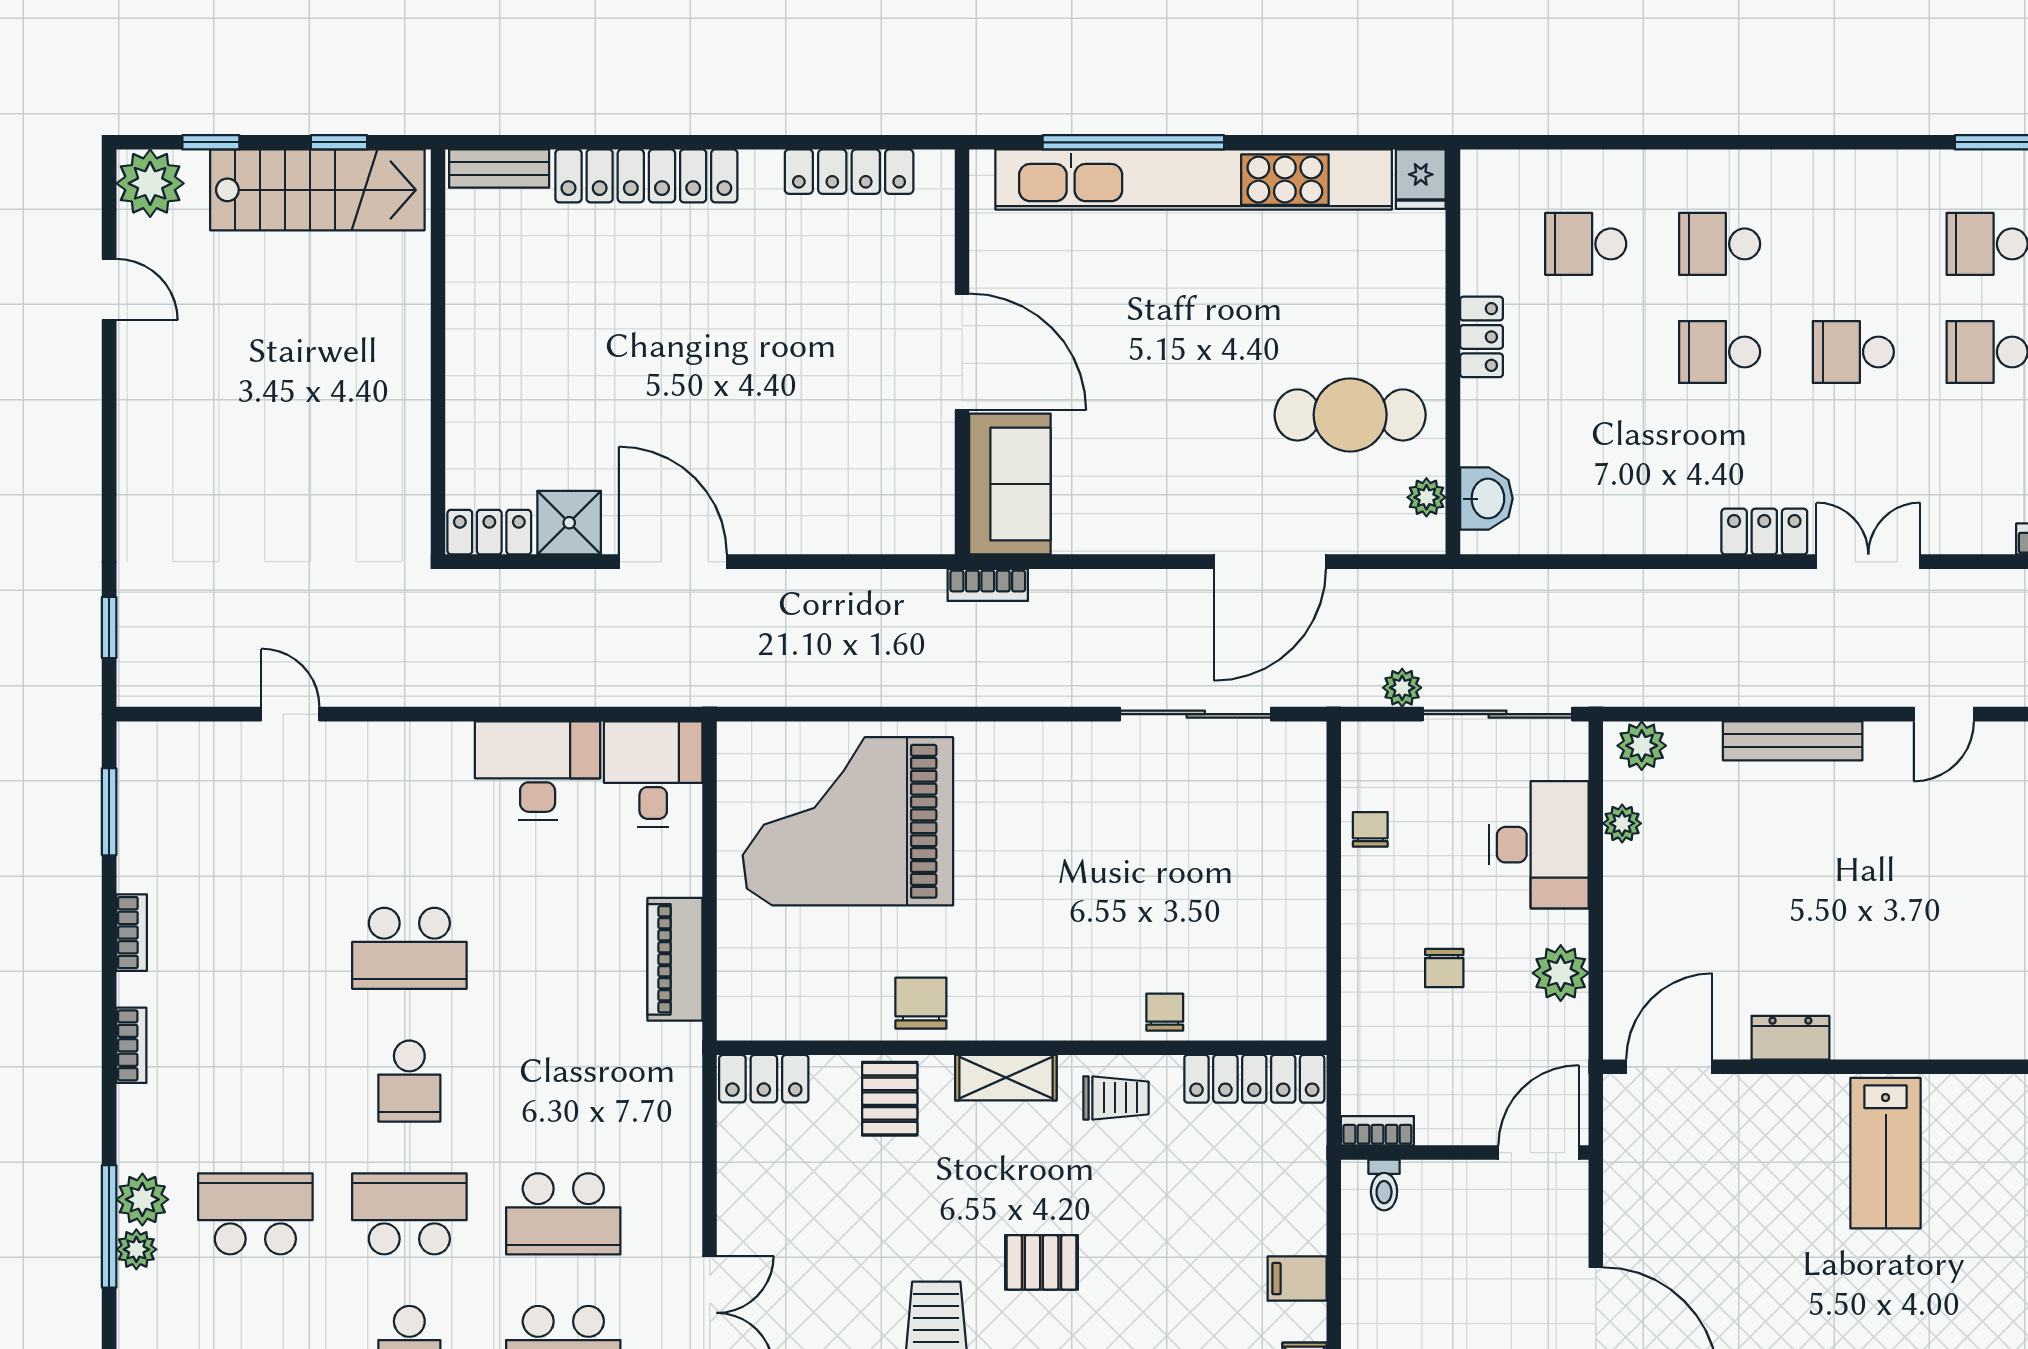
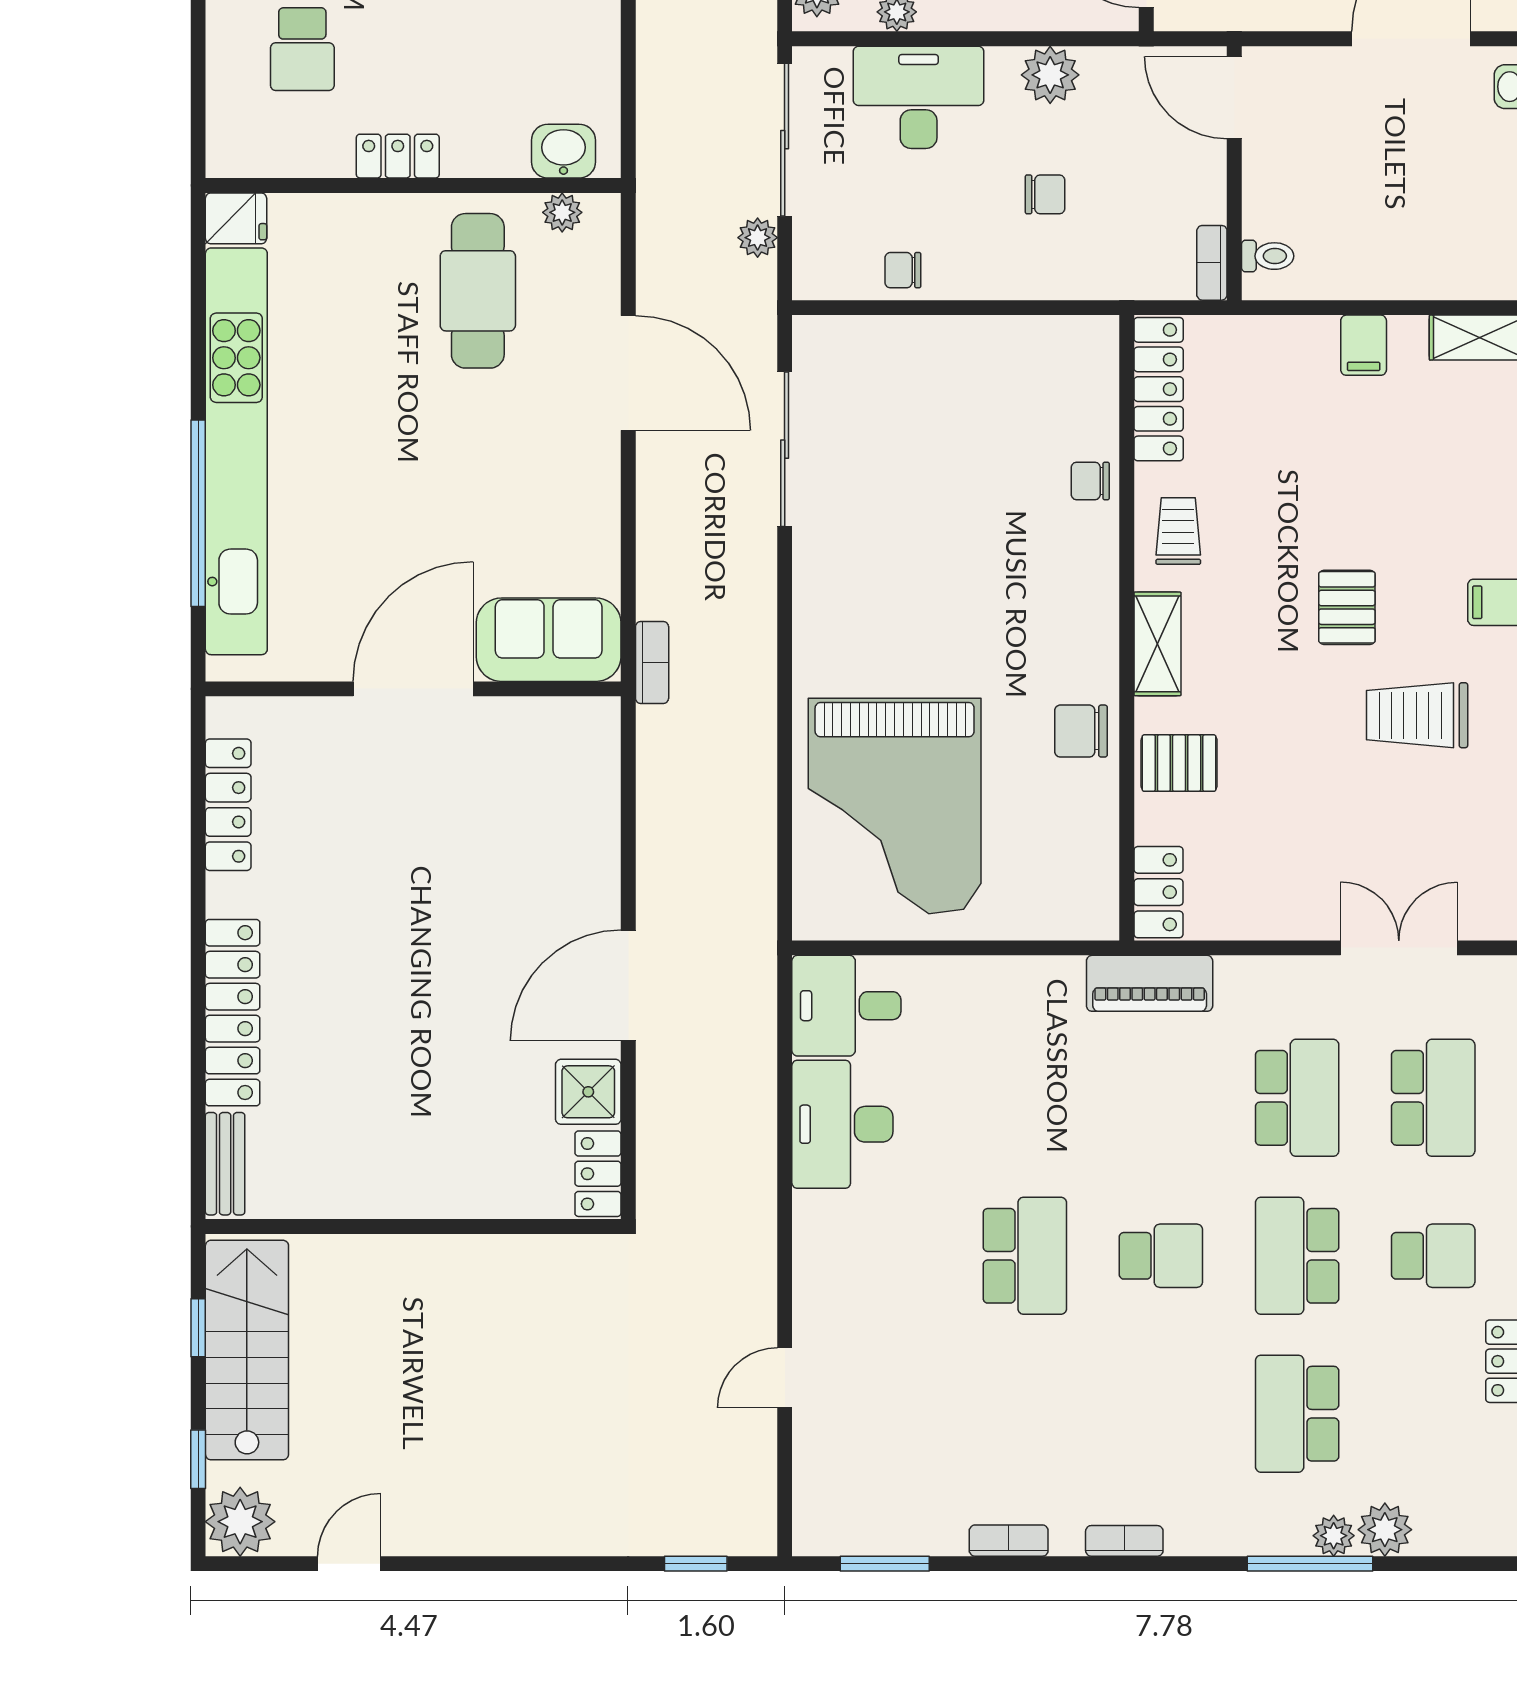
piano: (675, 959) -> (1150, 983), moved
plant: (142, 1199) -> (1385, 1530), moved

